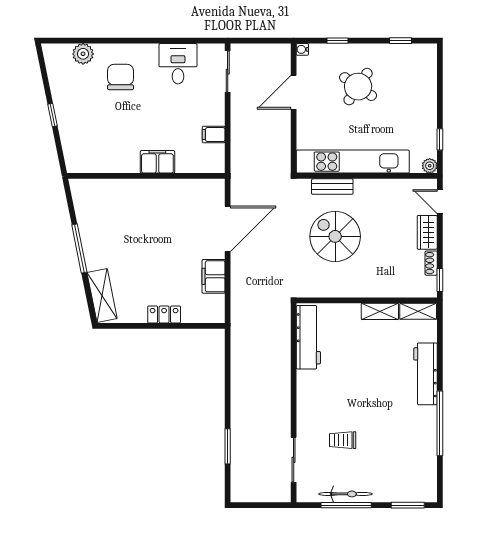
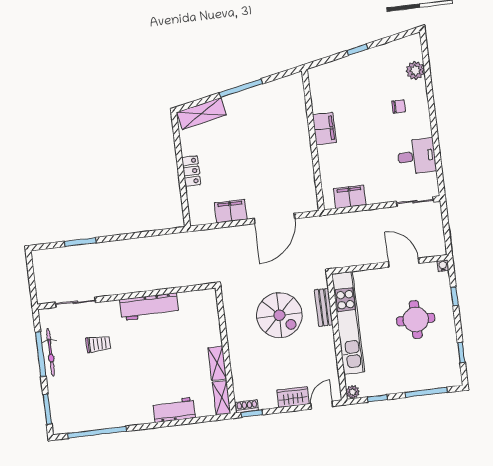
chair: (121, 77) -> (399, 106), width x0.54, depth x0.54
window: (440, 85) -> (426, 392), added
round table: (358, 87) -> (416, 320), turned -34
filing cabinet: (214, 135) -> (350, 197), width x2.00
filing cabinet: (157, 162) -> (324, 129), moved
door: (228, 229) -> (275, 219), hinge flipped
spiral stairs: (335, 236) -> (279, 315), turned 90
shoe rack: (431, 263) -> (247, 406), moved
workbench: (308, 337) -> (149, 307), moved
workbench: (425, 374) -> (174, 410), width x0.73
window: (440, 423) -> (97, 432), moved
trolley: (343, 440) -> (98, 344), turned 90

